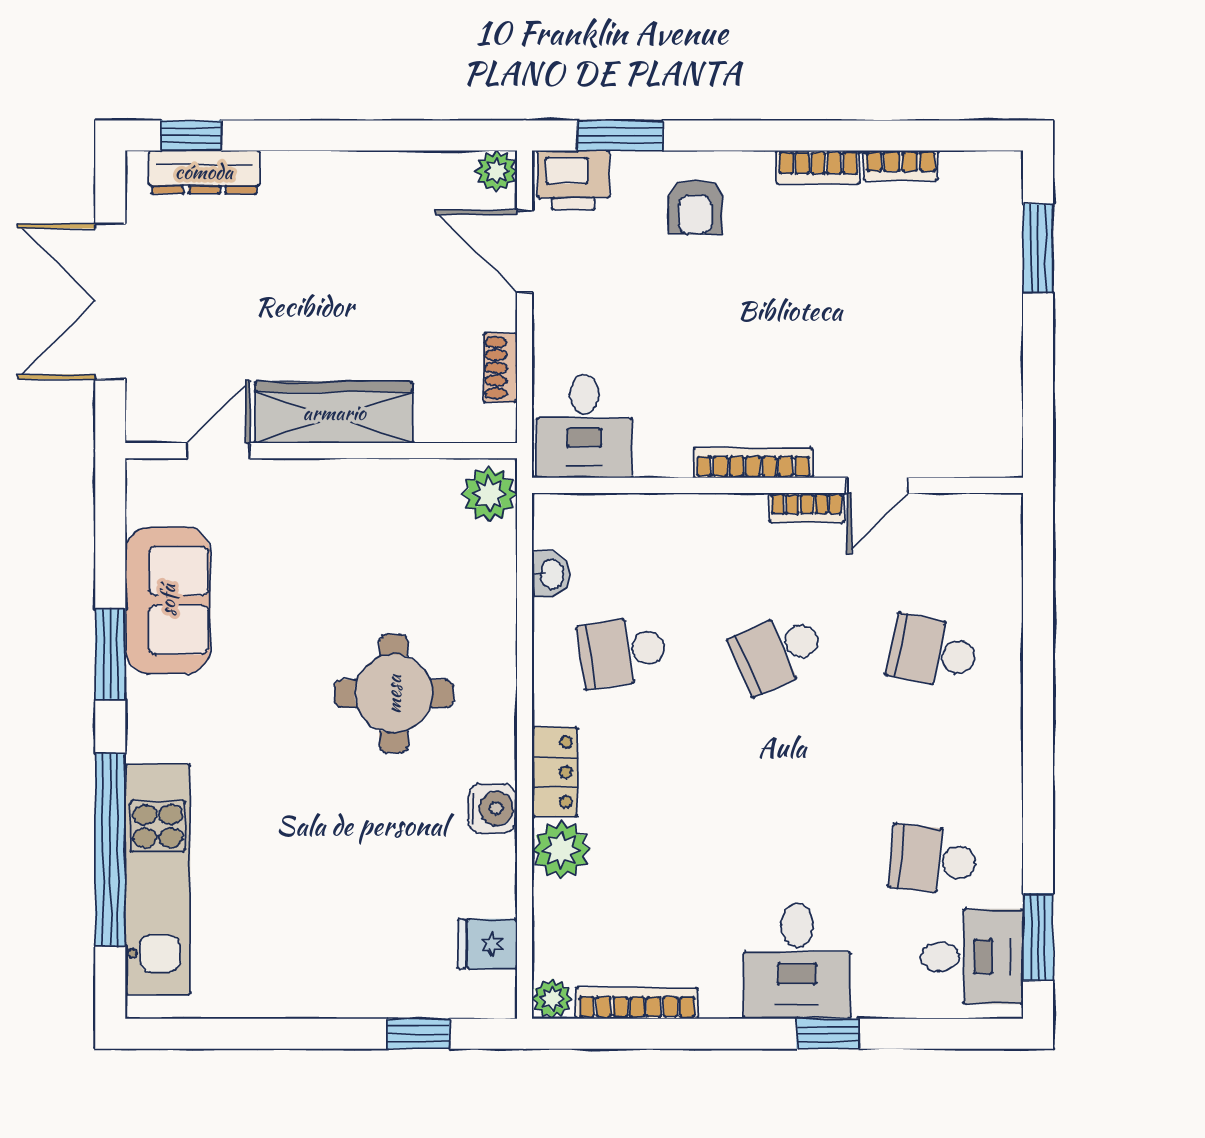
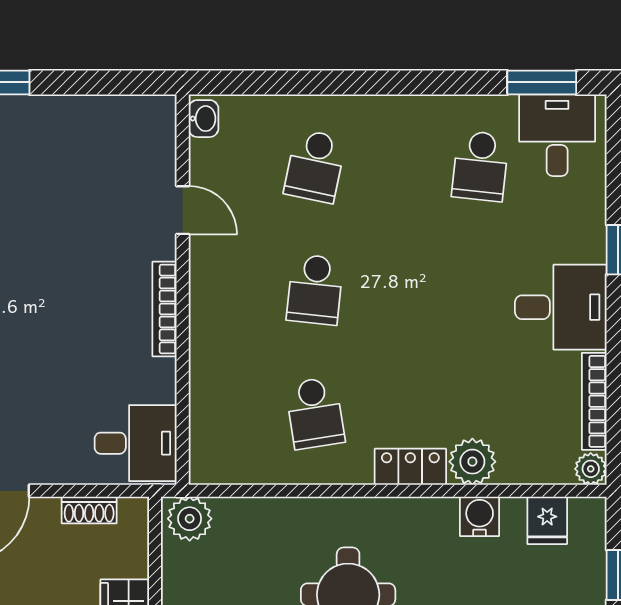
bookcase: (807, 508) -> (200, 266), removed
washbasin: (551, 574) -> (203, 119), moved, turned 90
school desk: (778, 652) -> (315, 290), turned 30
water cooler: (492, 808) -> (480, 516), moved
desk: (797, 961) -> (561, 307), moved

